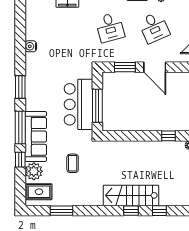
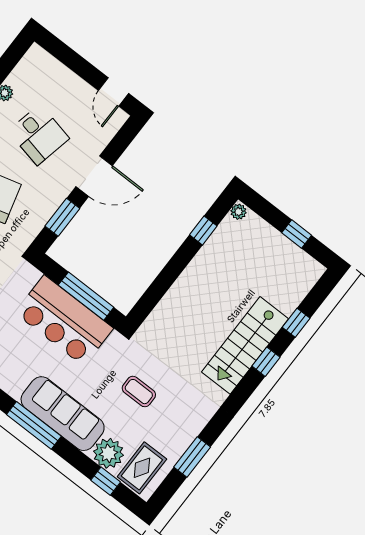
desk: (154, 27) -> (39, 135), turned 36
window: (20, 160) -> (106, 481), moved

